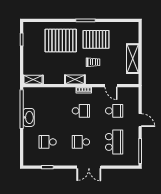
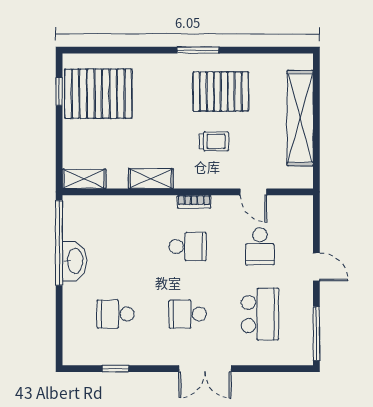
pallet: (61, 41) -> (98, 94), moved
shelving: (133, 59) -> (300, 118), width x1.47
shelving: (75, 80) -> (151, 179), moved
school desk: (114, 111) -> (260, 247), turned 90

